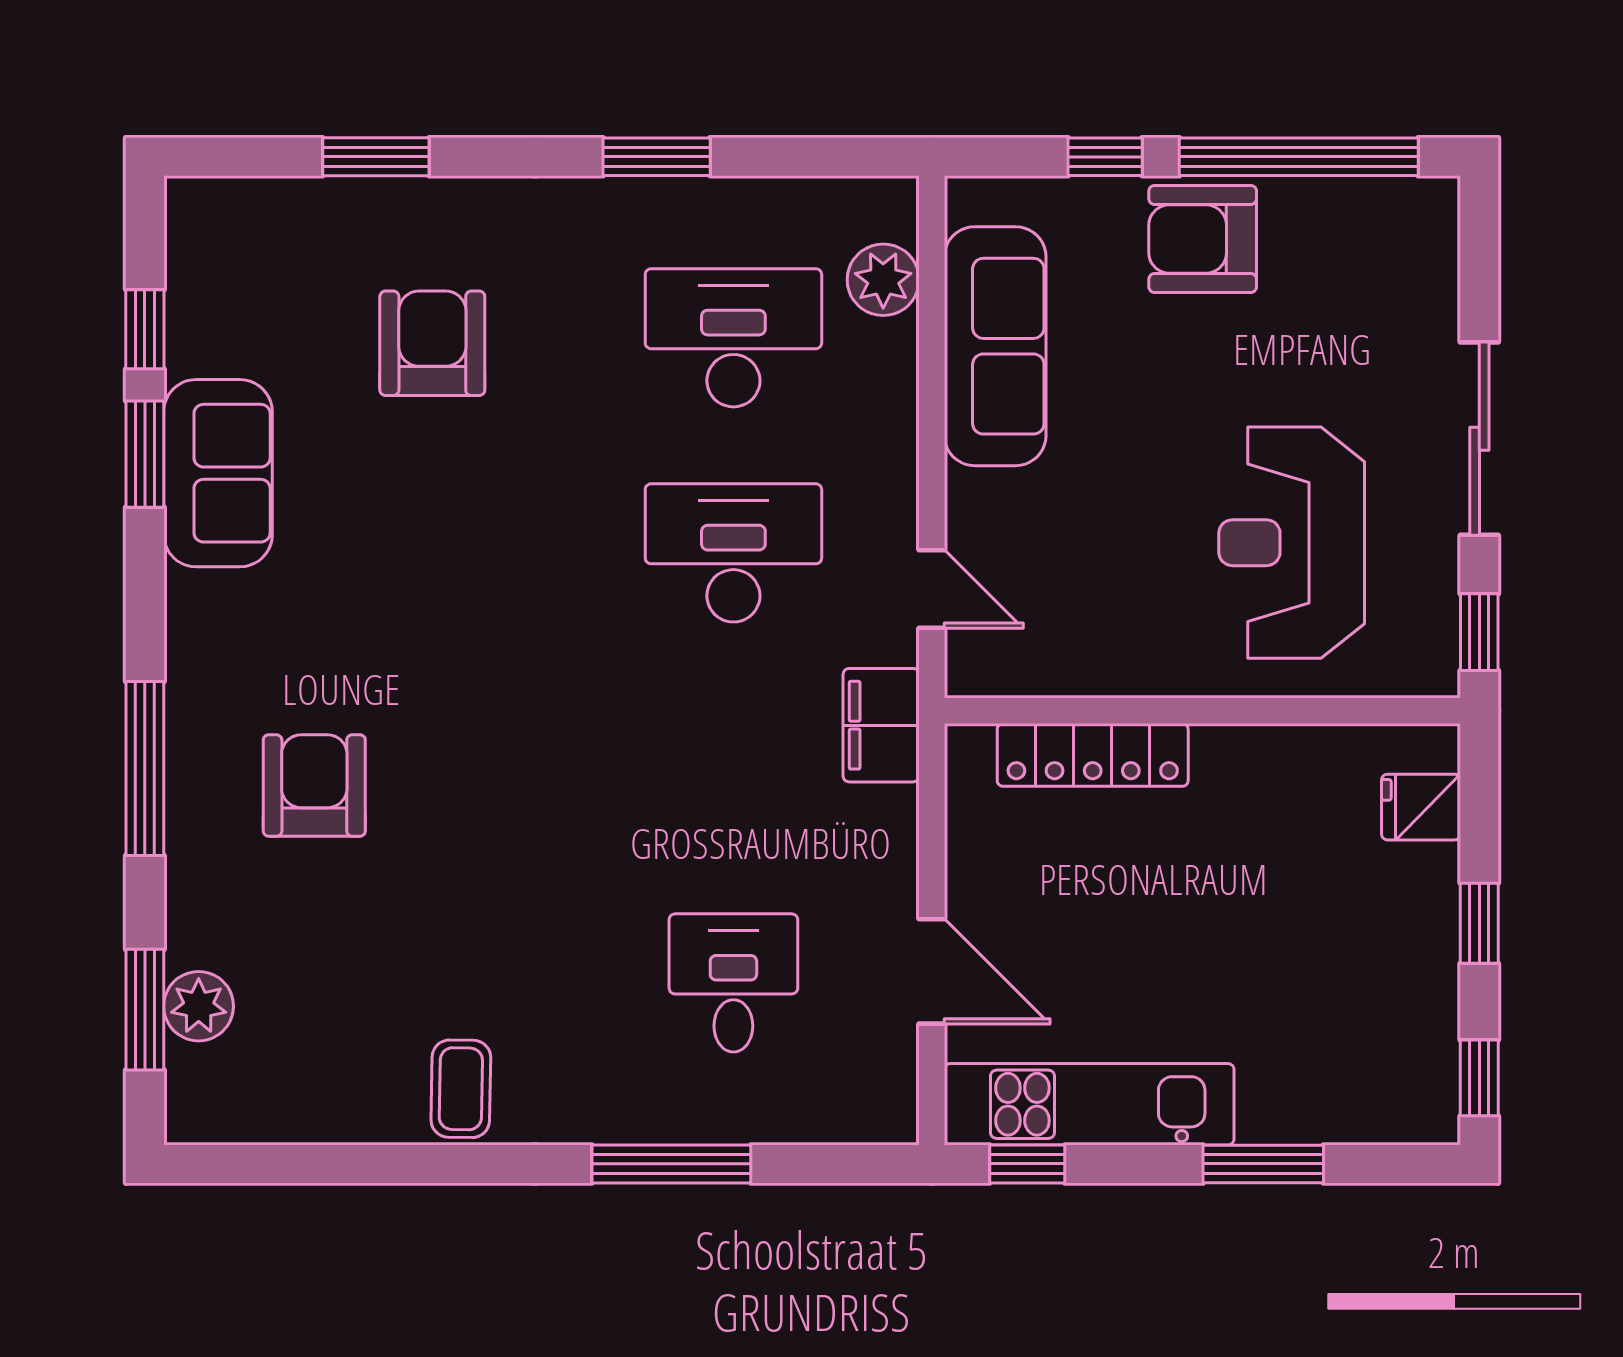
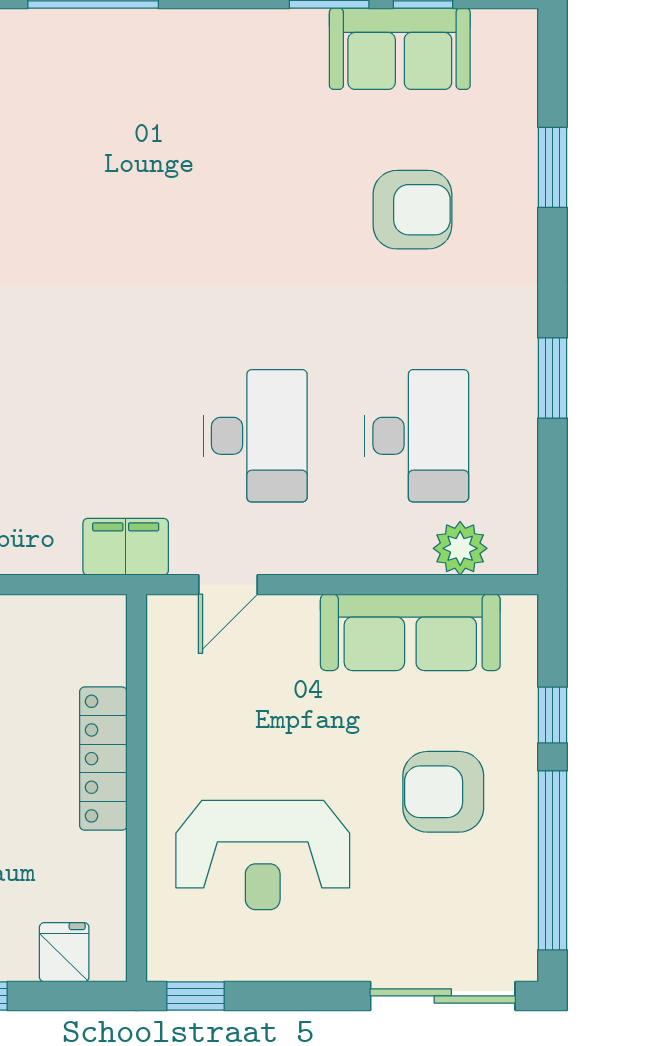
armchair: (1203, 239) -> (443, 792), moved, turned -90
sliding door: (1479, 439) -> (443, 996), moved
sofa: (218, 473) -> (400, 49), moved
reception desk: (1292, 543) -> (263, 855), turned 180
locker: (1093, 755) -> (103, 759), moved
armchair: (314, 785) -> (80, 121), removed

